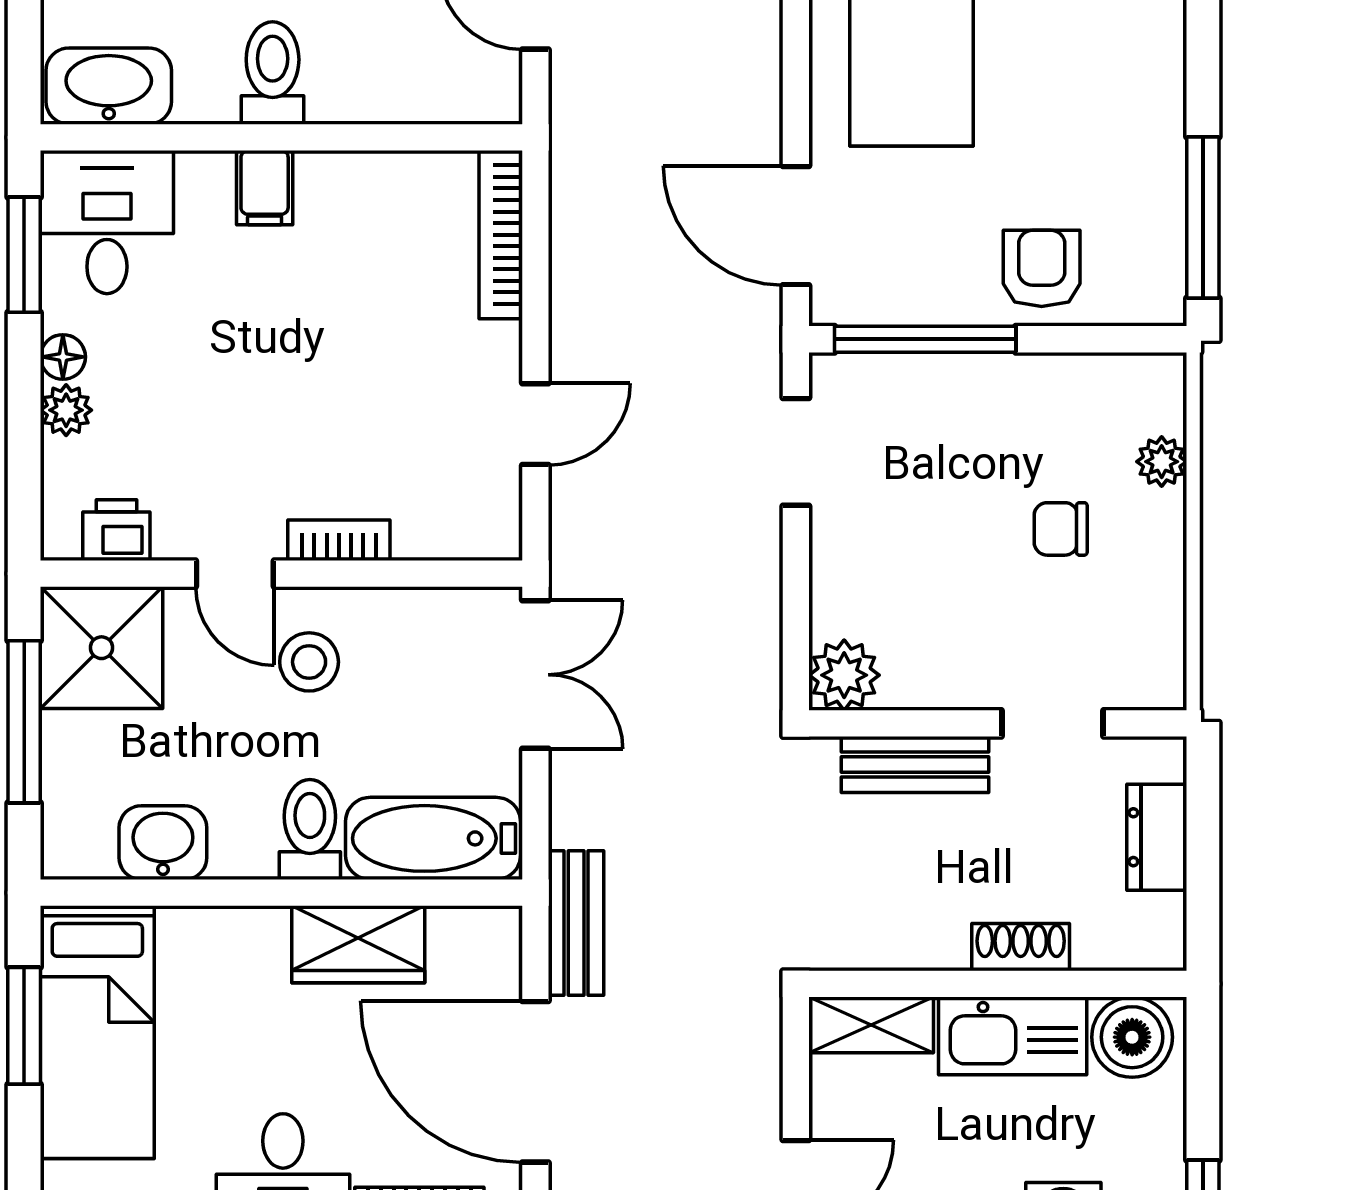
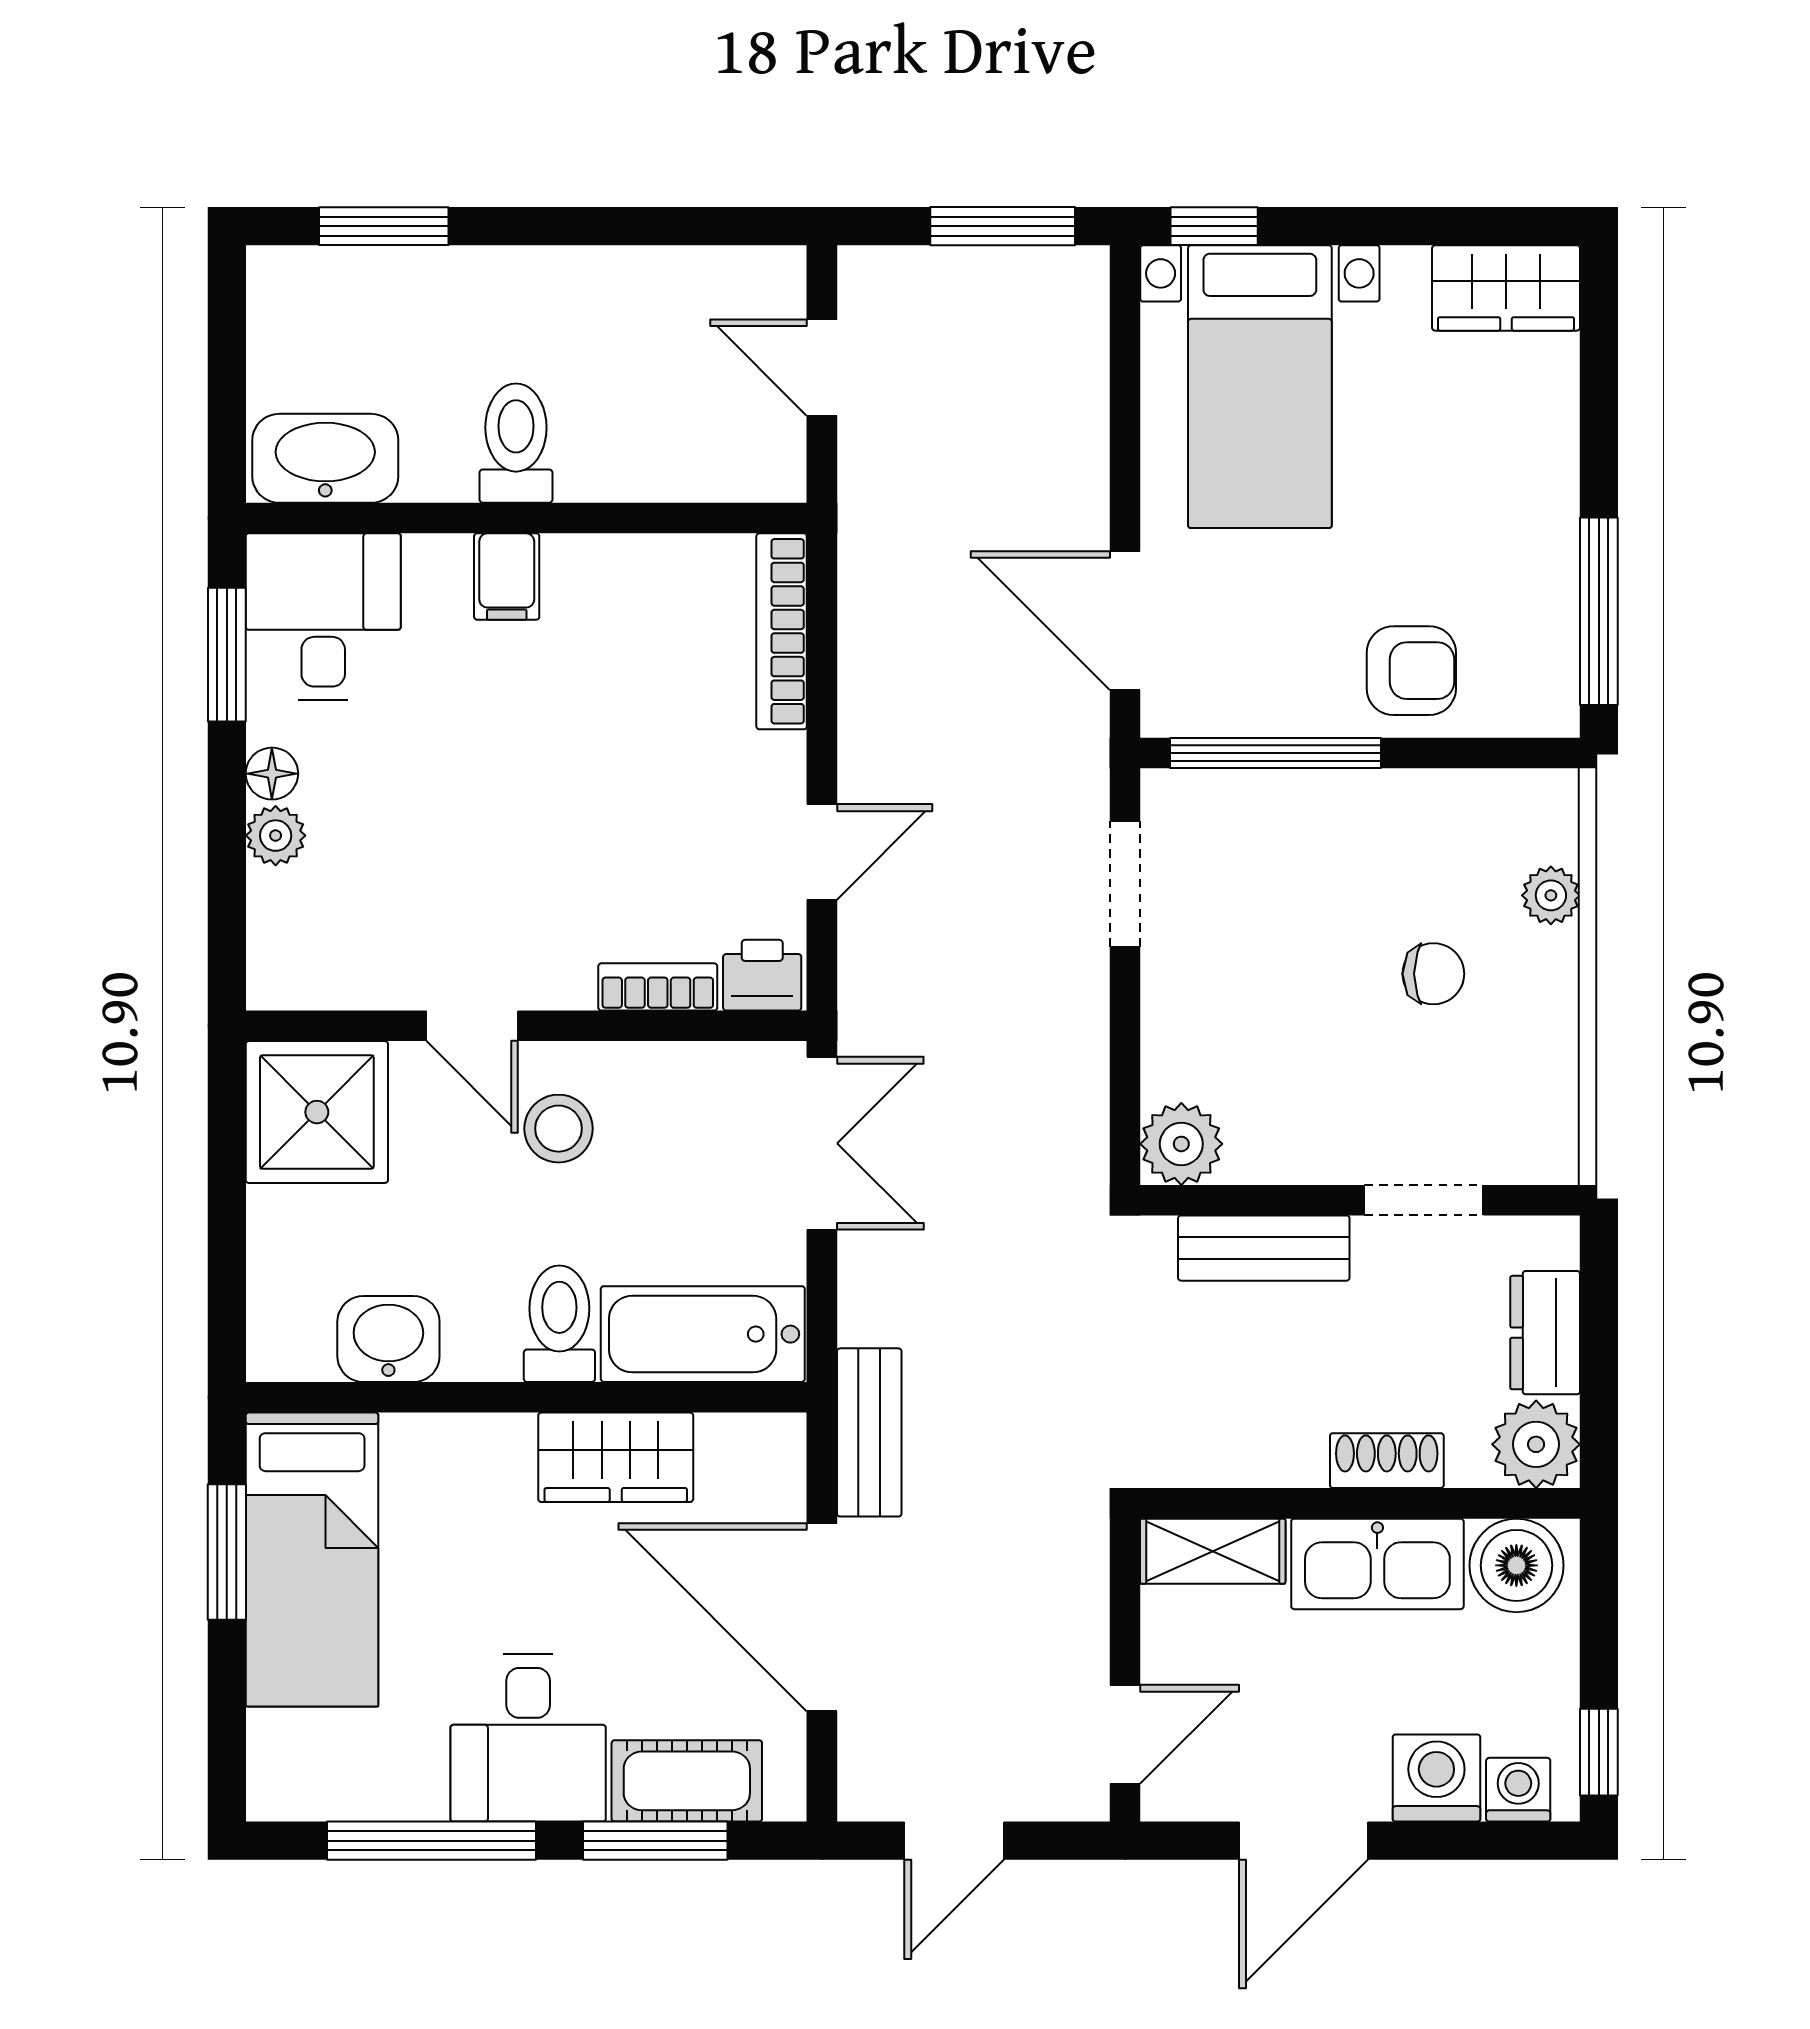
armchair: (1042, 268) -> (1411, 671), turned 90
chair: (1061, 529) -> (1433, 974), turned 180
printer: (116, 530) -> (762, 975), moved
bookcase: (339, 540) -> (658, 987), moved
window: (24, 722) -> (227, 1198), removed
plant: (1149, 933) -> (1536, 1444), added

